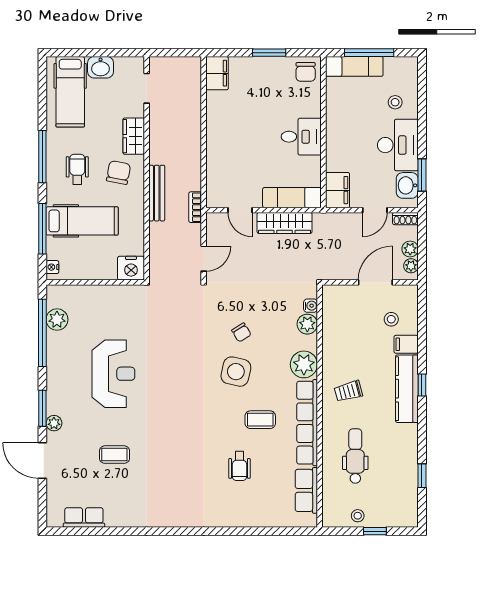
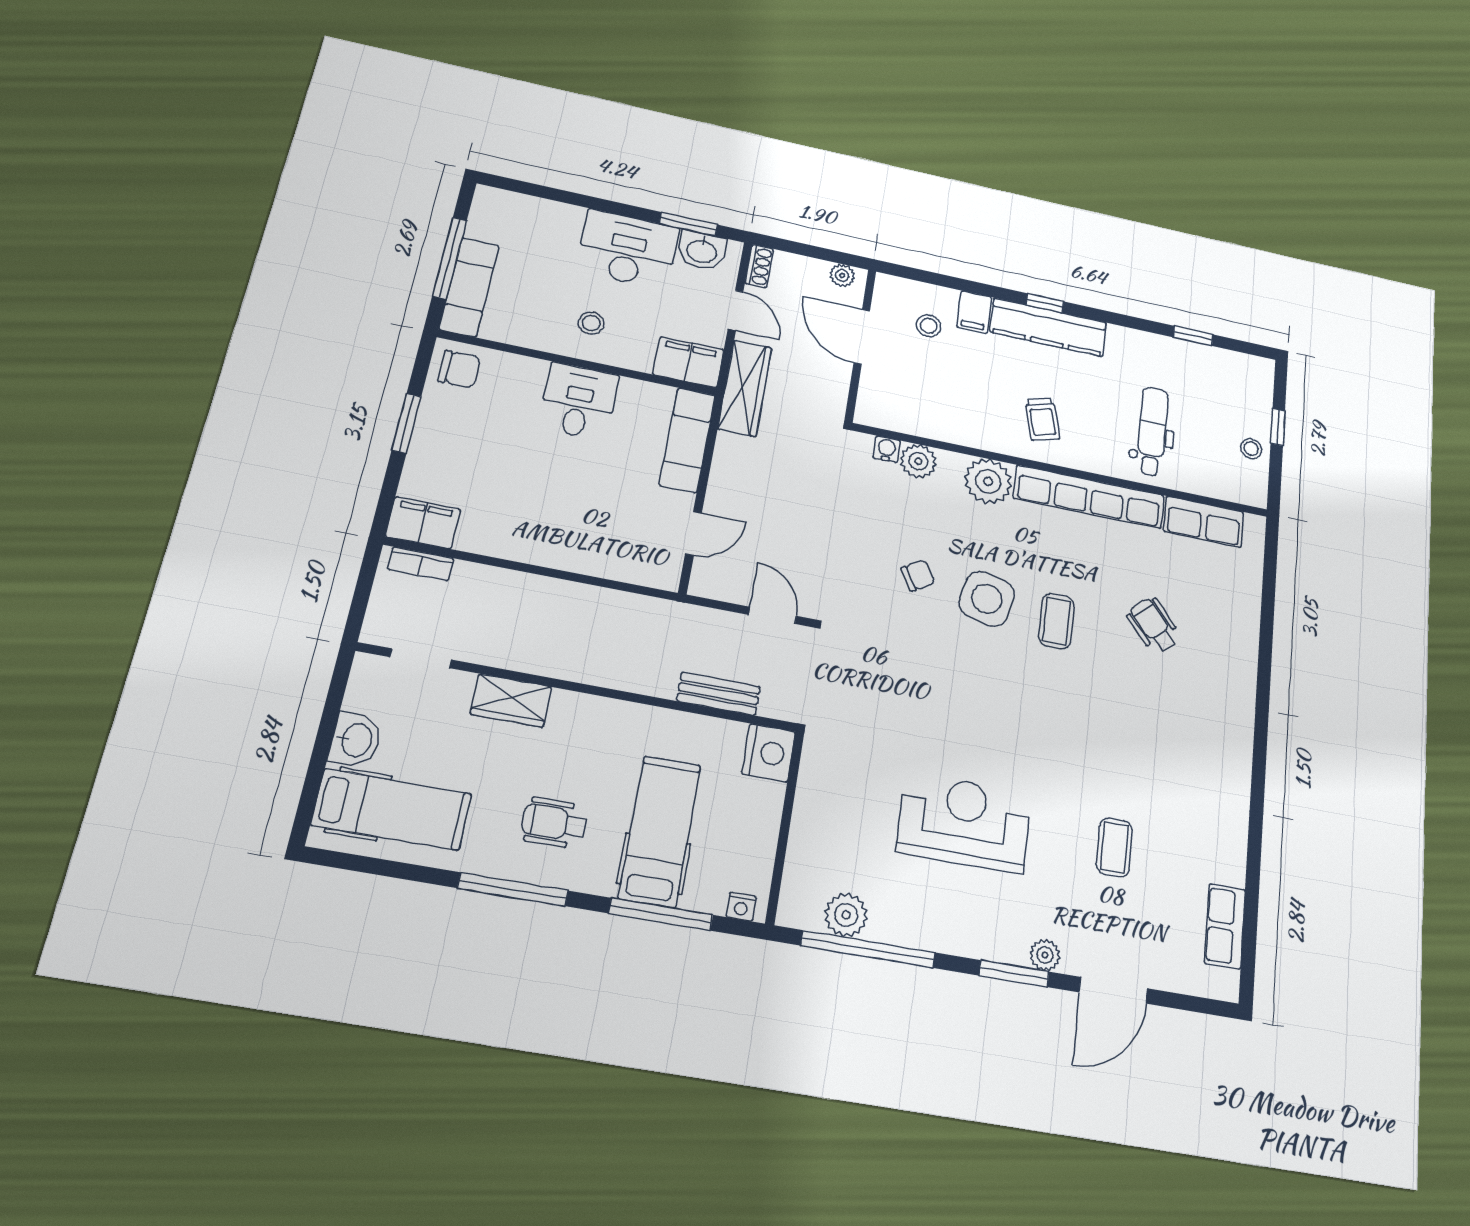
stool: (395, 102) -> (591, 323), moved
chair: (119, 172) -> (577, 743), removed
bench: (157, 193) -> (719, 694), moved, width x0.73
bookcase: (195, 207) -> (421, 564), moved
wardrobe: (285, 223) -> (745, 388), moved
plant: (410, 249) -> (813, 271), removed
coffee table: (260, 420) -> (1057, 621), moved
dental chair: (355, 456) -> (1152, 431), turned 90
wheelchair: (240, 466) -> (1154, 625), turned -131

